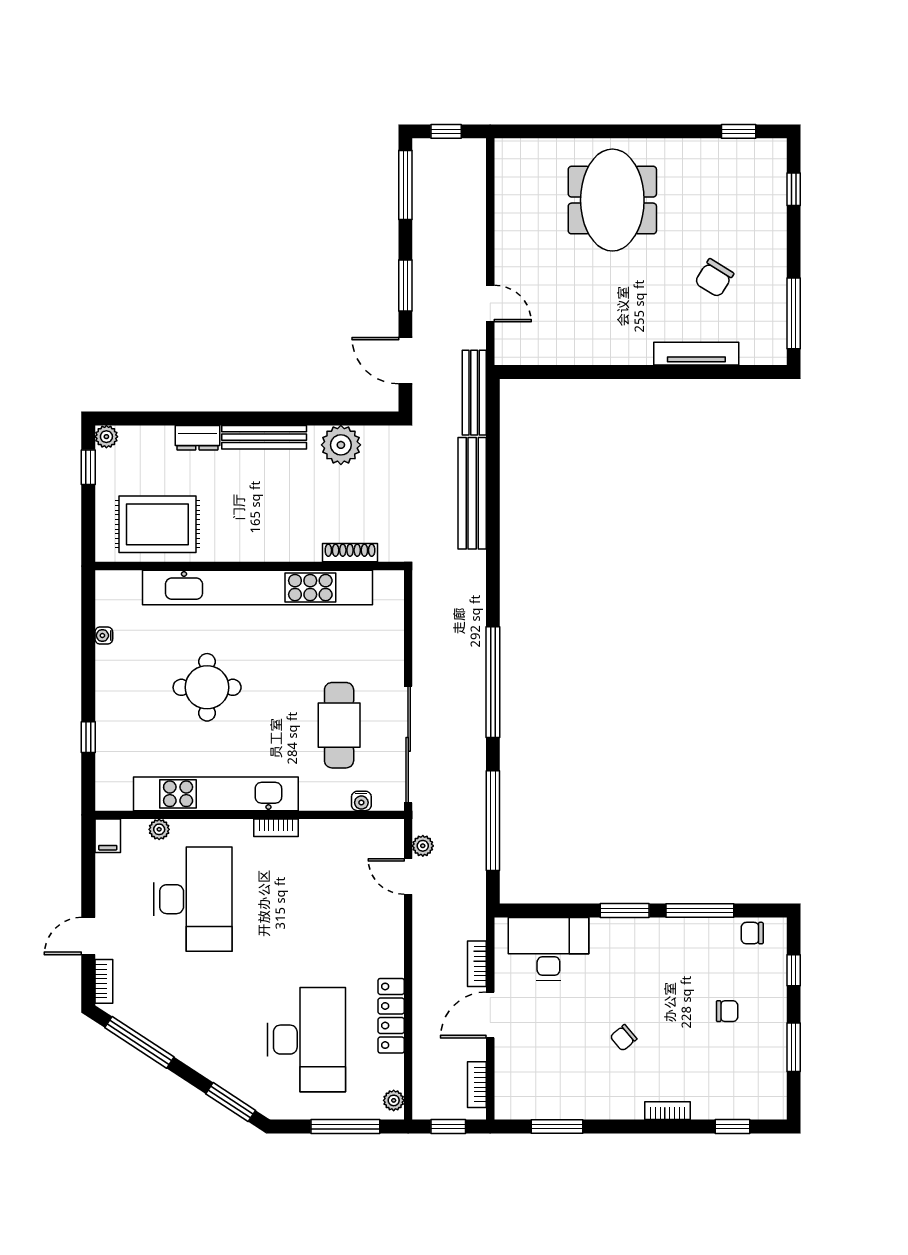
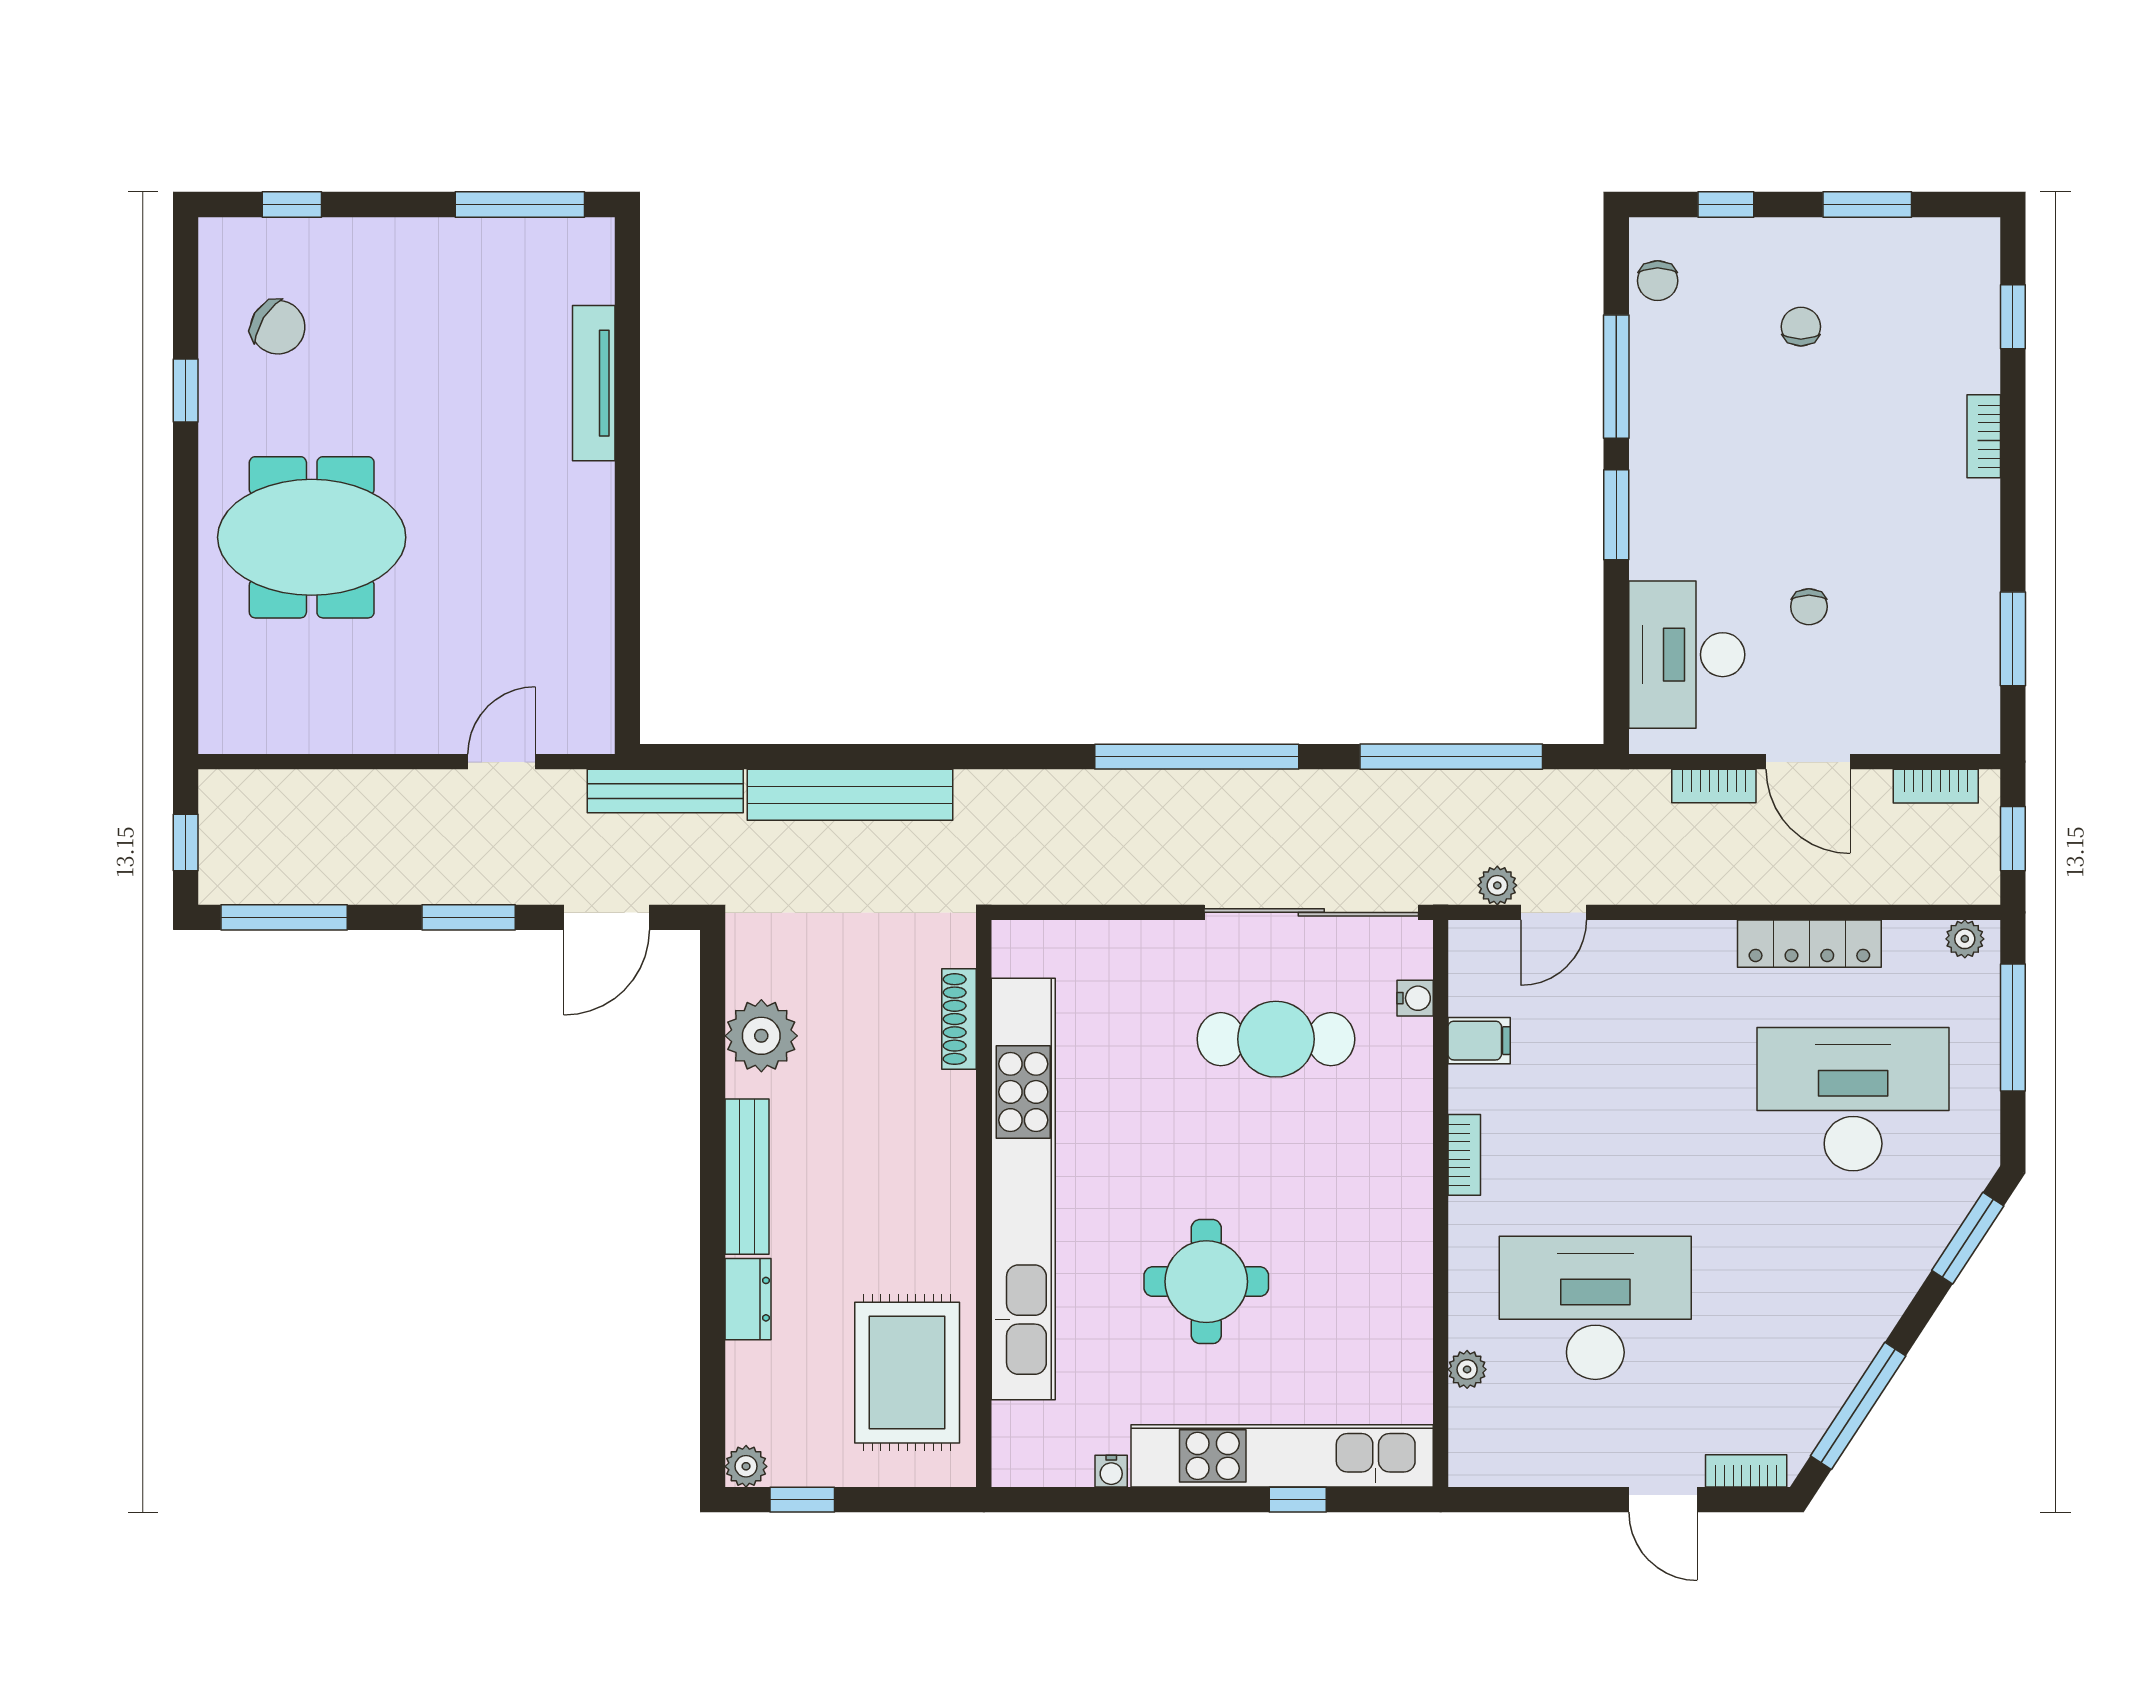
window: (739, 131) -> (186, 390), moved
chair: (714, 278) -> (278, 327), moved
kitchen unit: (216, 794) -> (1282, 1456), moved, turned 90
filing cabinet: (108, 836) -> (1479, 1041), moved
chair: (623, 1038) -> (1809, 607), moved, turned 40

